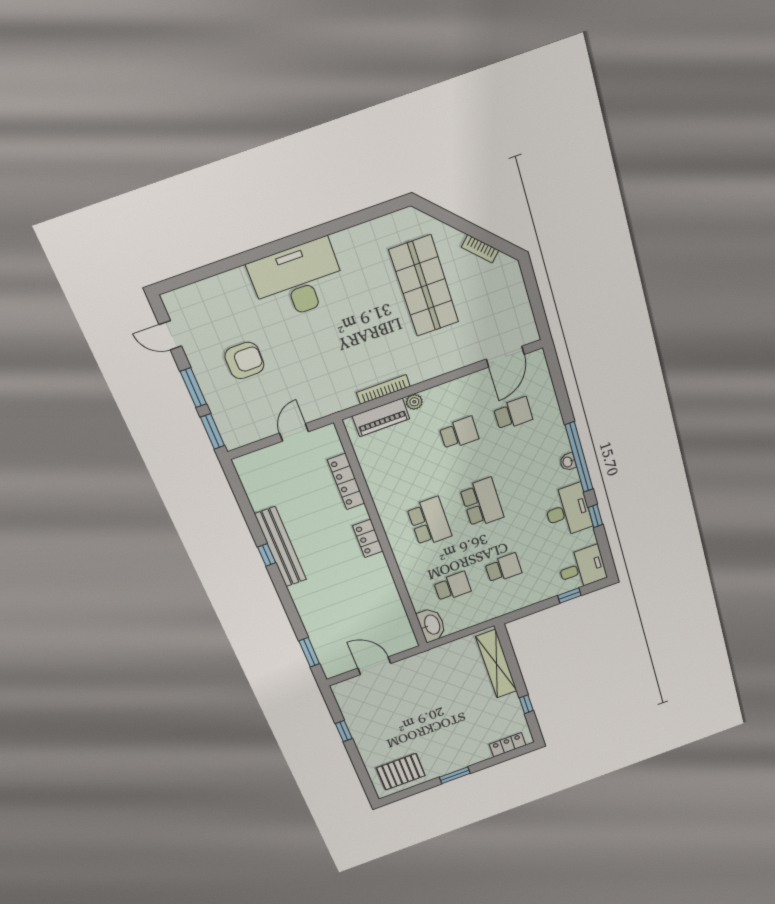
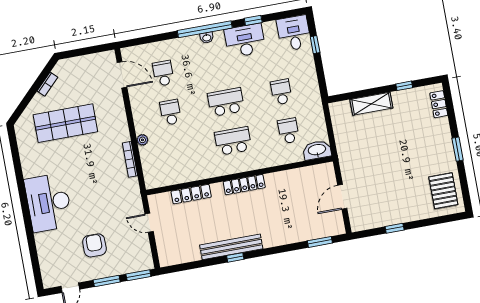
piano: (381, 417) -> (149, 164), removed
locker: (368, 538) -> (244, 185), width x1.53
shelving: (496, 664) -> (371, 104), width x0.68

